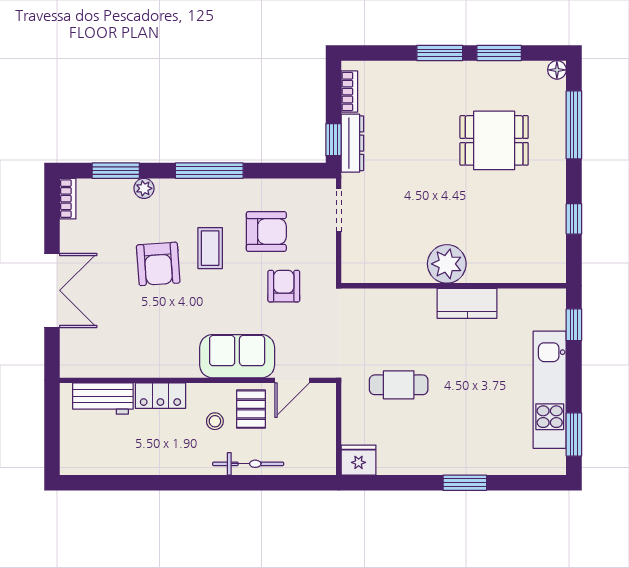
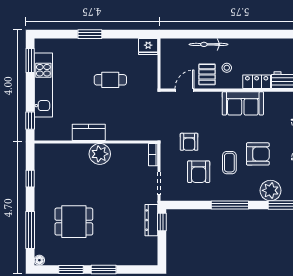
bookcase: (349, 92) -> (153, 155), moved
plant: (144, 188) -> (270, 190), width x1.88, depth x1.88
armchair: (266, 231) -> (199, 172), turned -90
armchair: (158, 264) -> (258, 154), turned 94
sofa: (237, 356) -> (243, 103), moved
cafe table: (399, 385) -> (110, 80), moved

